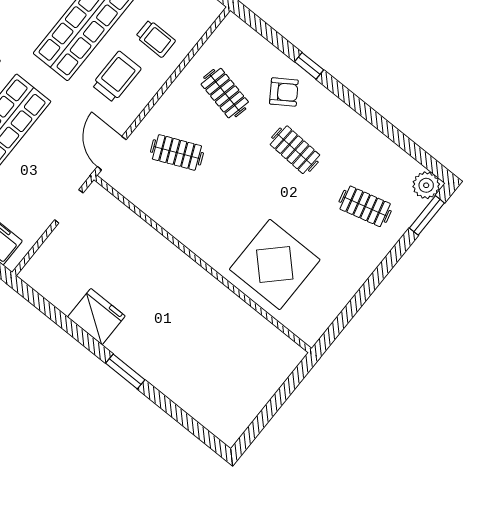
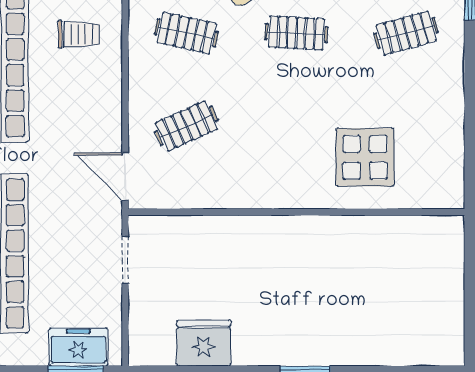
trolley: (116, 77) -> (71, 100), removed
display table: (275, 264) -> (365, 157), width x0.73, depth x0.73
fridge: (96, 317) -> (204, 343), moved

